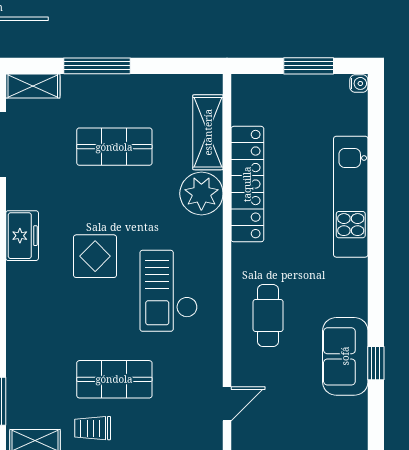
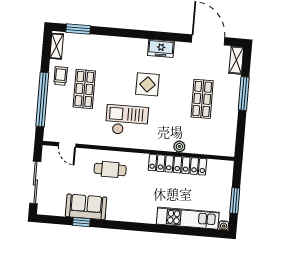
shelving: (208, 132) -> (205, 147), removed
plant: (201, 194) -> (179, 146), width x0.53, depth x0.53
kitchen unit: (351, 197) -> (188, 218), moved

